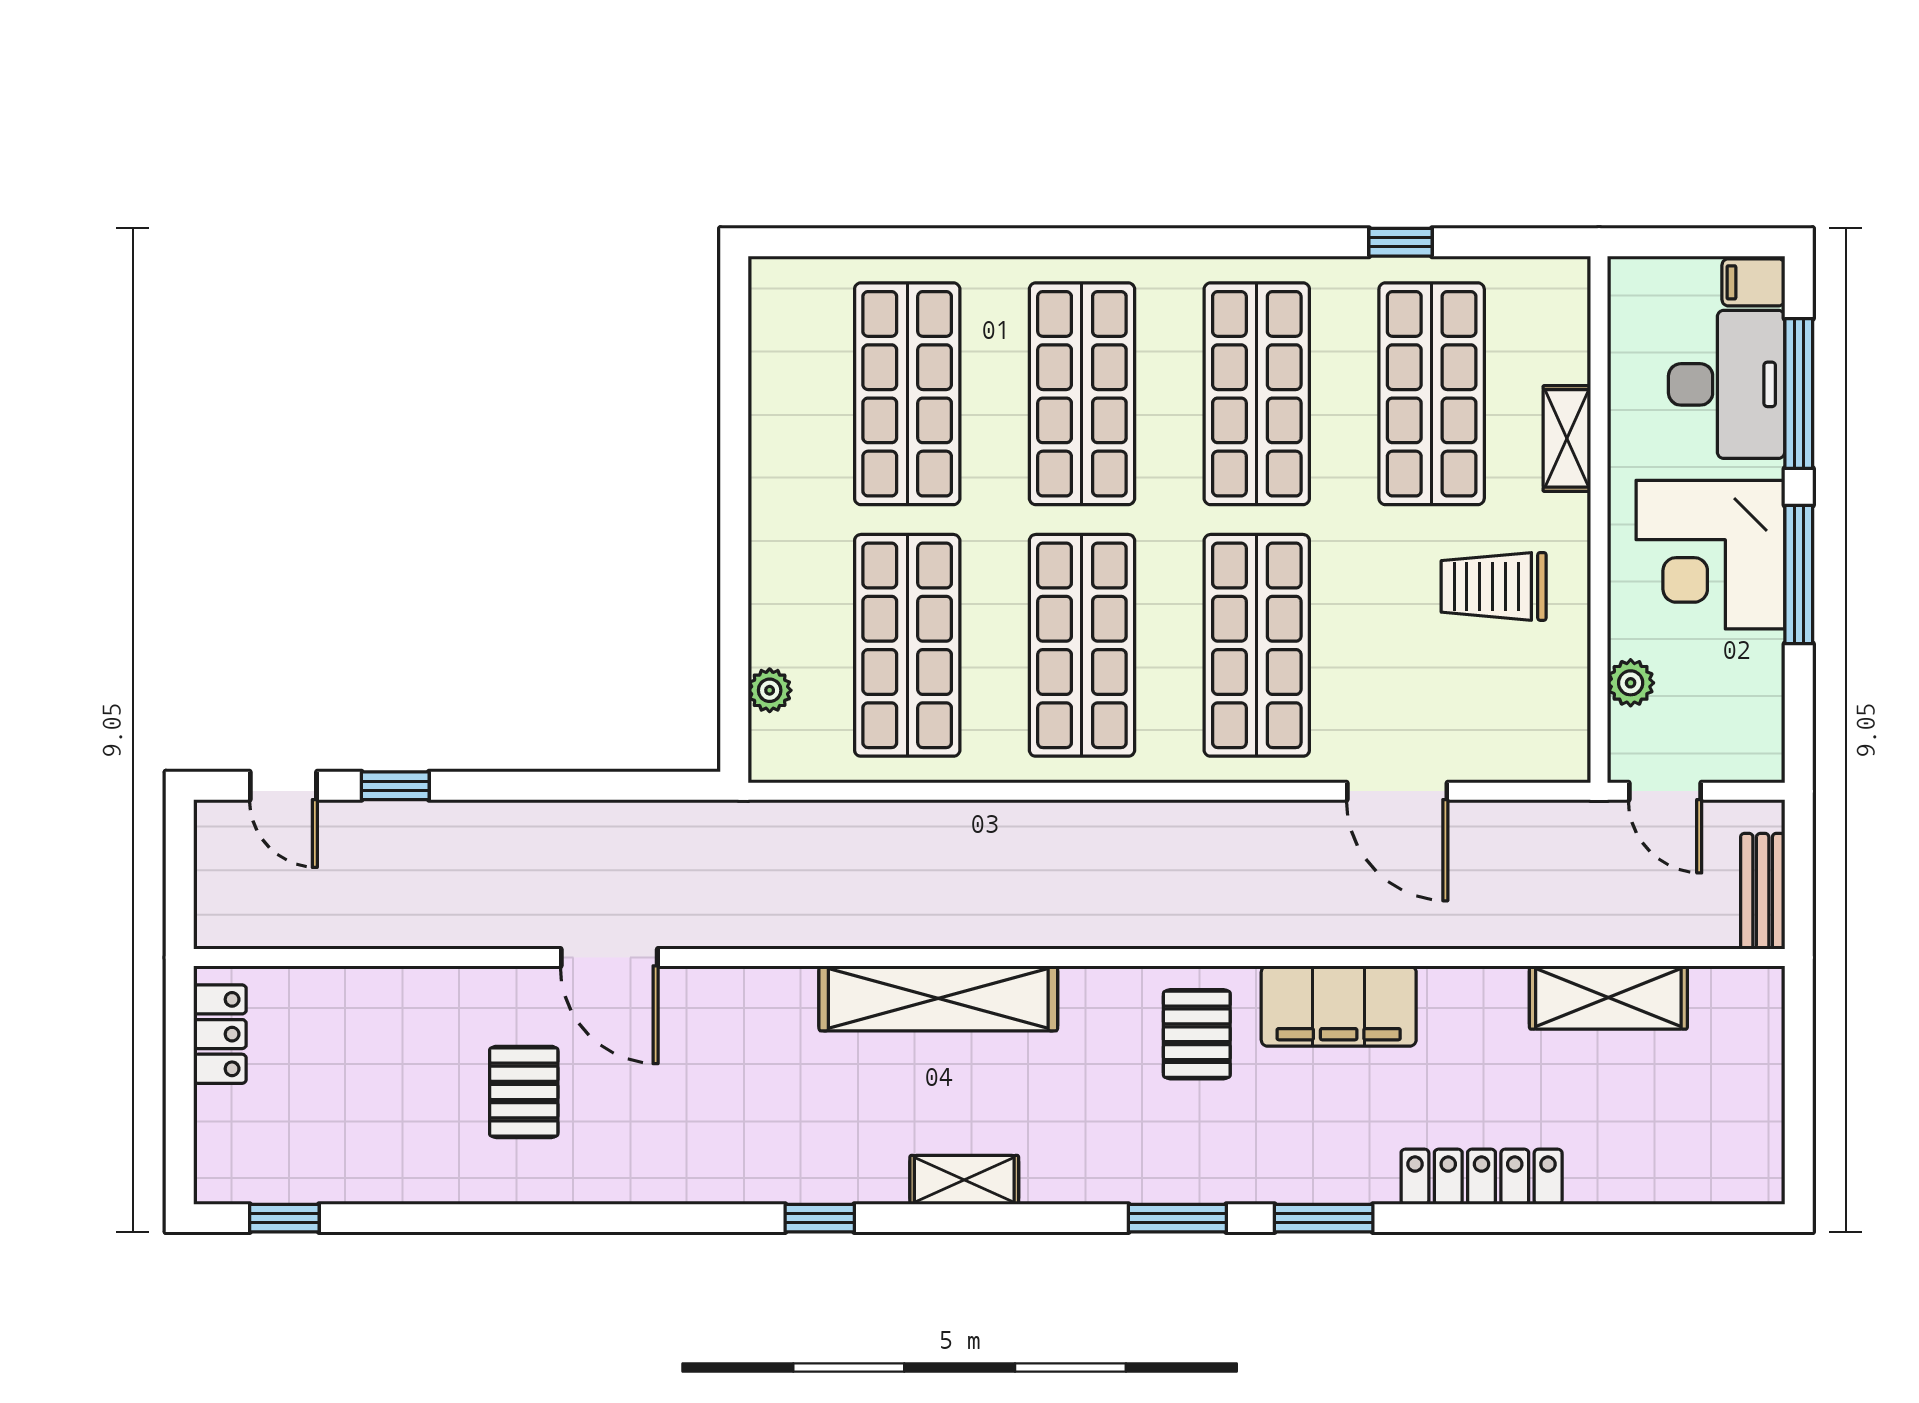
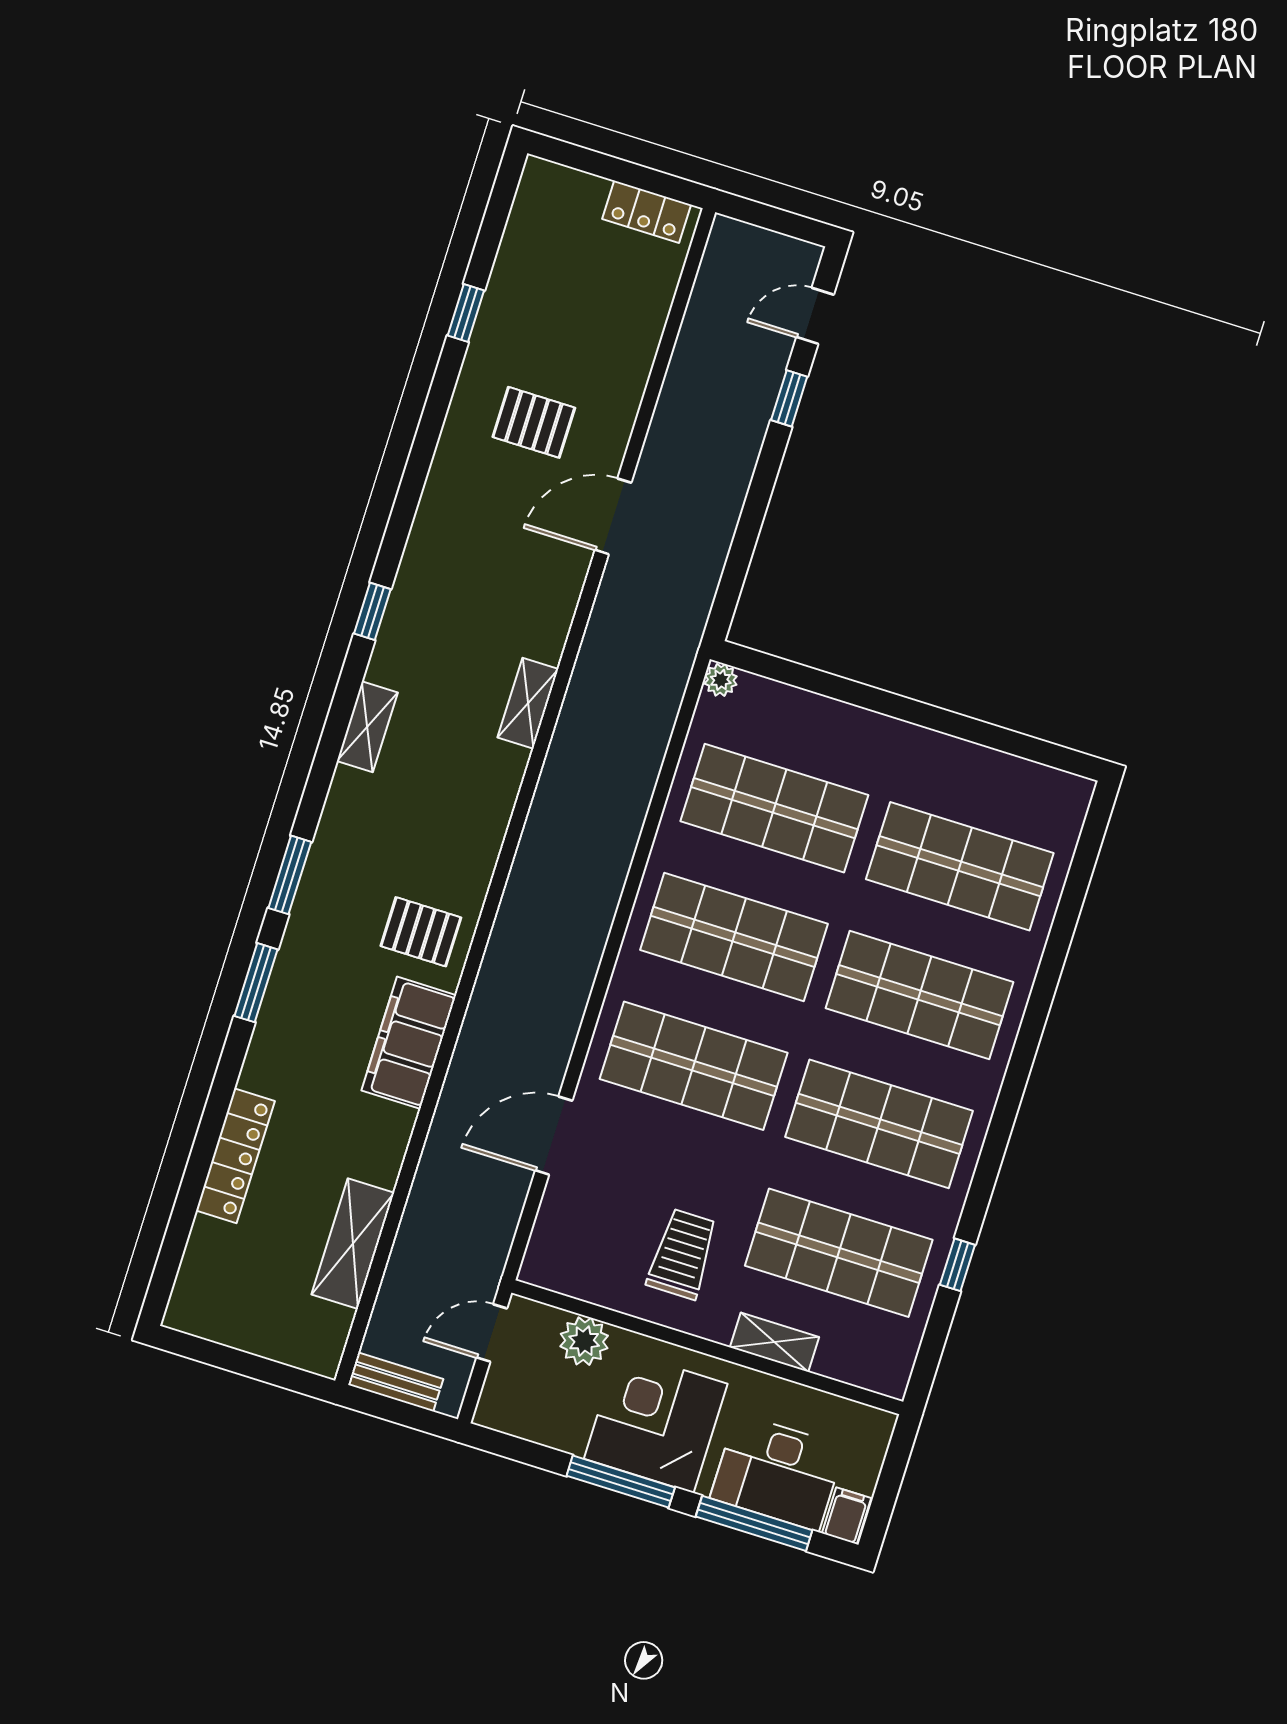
plant: (1631, 683) -> (584, 1341), width x1.38, depth x1.38
plant: (770, 690) -> (721, 680), moved
shelving: (938, 998) -> (528, 703), width x0.45, depth x0.75
locker: (1482, 1177) -> (235, 1156), moved
window: (284, 1218) -> (466, 313), moved

